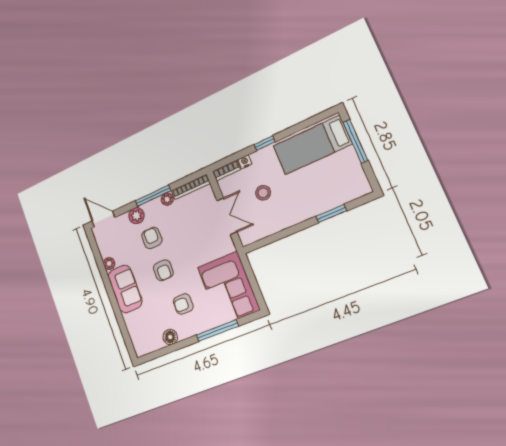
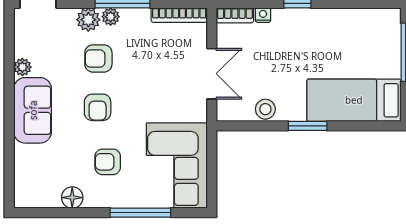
bed: (312, 145) -> (354, 100), moved
stool: (263, 193) -> (265, 109), moved
plant: (167, 199) -> (111, 17), moved
window: (331, 214) -> (308, 126), moved
armchair: (152, 238) -> (98, 58), turned -90

